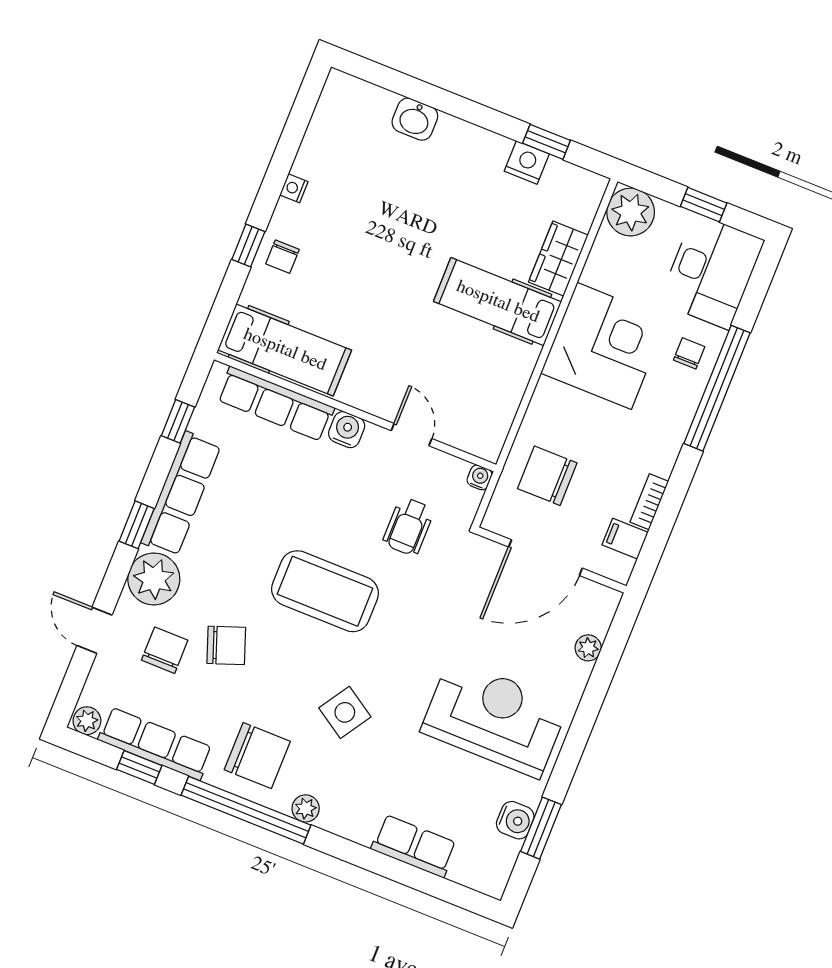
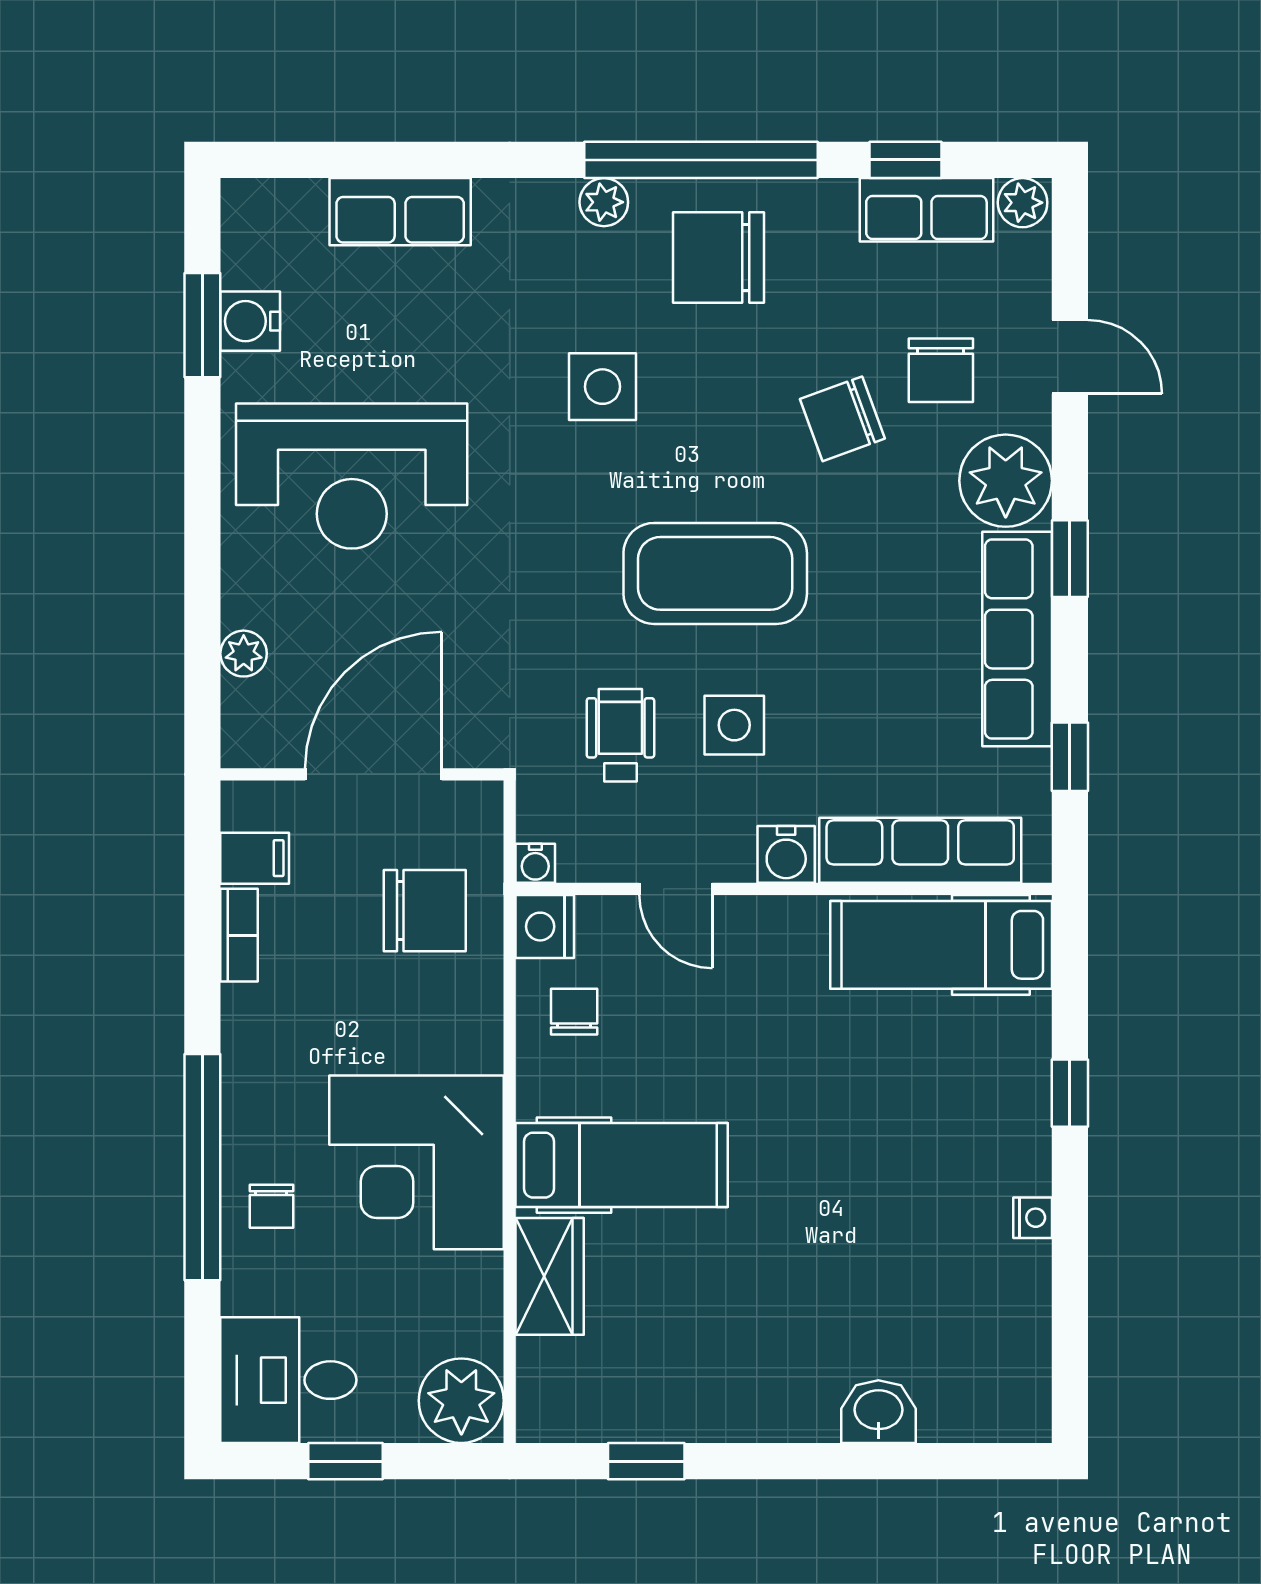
nightstand: (527, 162) -> (545, 927), moved, turned 90
chair: (283, 257) -> (574, 1012), moved
desk: (712, 271) -> (288, 1380), width x0.73
side table: (347, 508) -> (734, 725), added
side table: (345, 712) -> (603, 387), turned -33
row of seats: (155, 744) -> (926, 210), width x0.68

